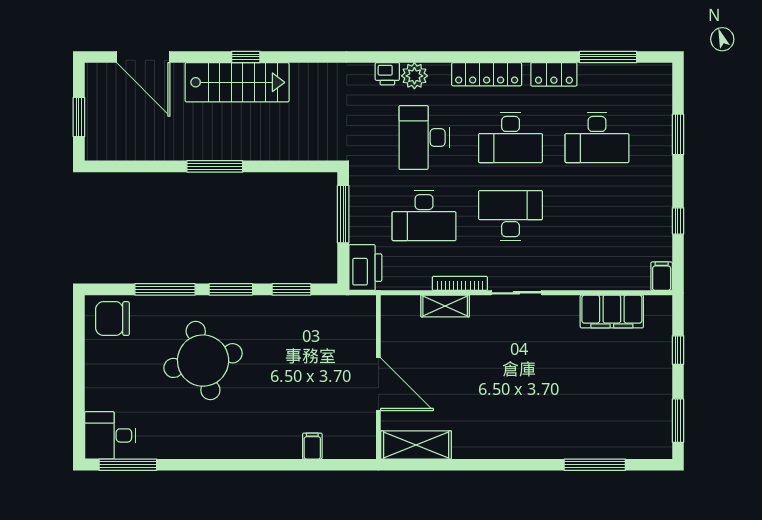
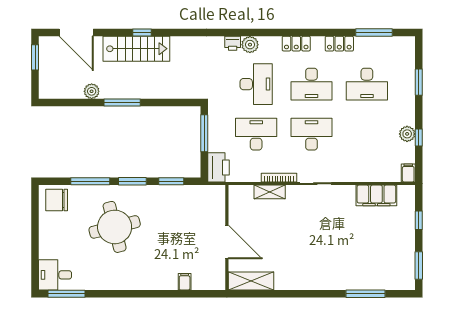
locker: (487, 74) -> (296, 44), width x0.66
window: (79, 117) -> (35, 57), moved
desk: (424, 138) -> (256, 84), turned 180
plant: (167, 149) -> (92, 91), added
plant: (660, 215) -> (407, 134), added
desk: (424, 216) -> (256, 134), turned 180

